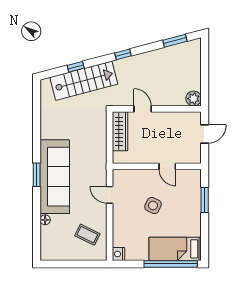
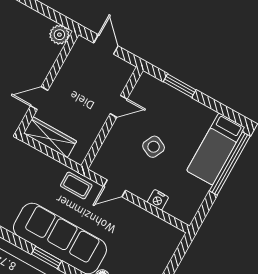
coffee table: (87, 235) -> (76, 185), moved, turned 64
nightstand: (118, 254) -> (158, 200), moved

